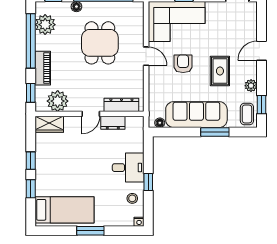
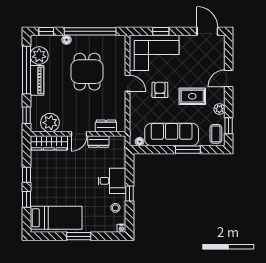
piano: (43, 68) -> (37, 80), moved
rug: (220, 71) -> (192, 96), turned 90
dresser: (121, 105) -> (106, 126), width x0.70
wardrobe: (49, 124) -> (49, 143), width x1.50

